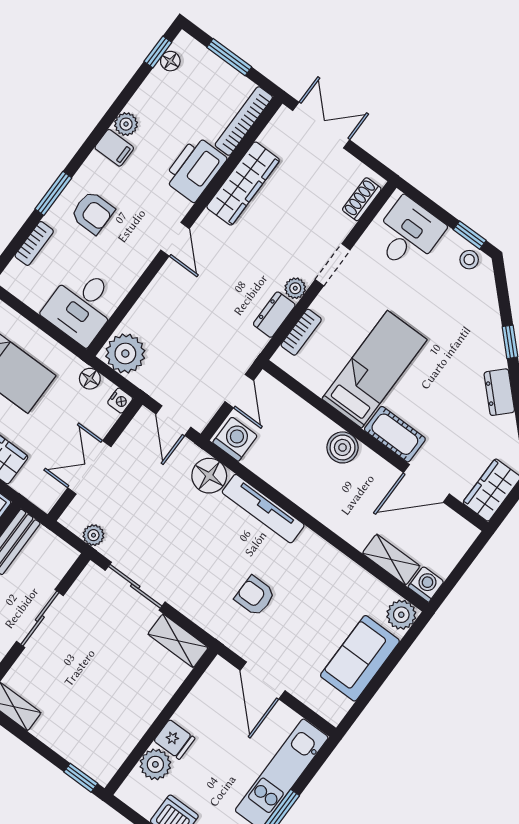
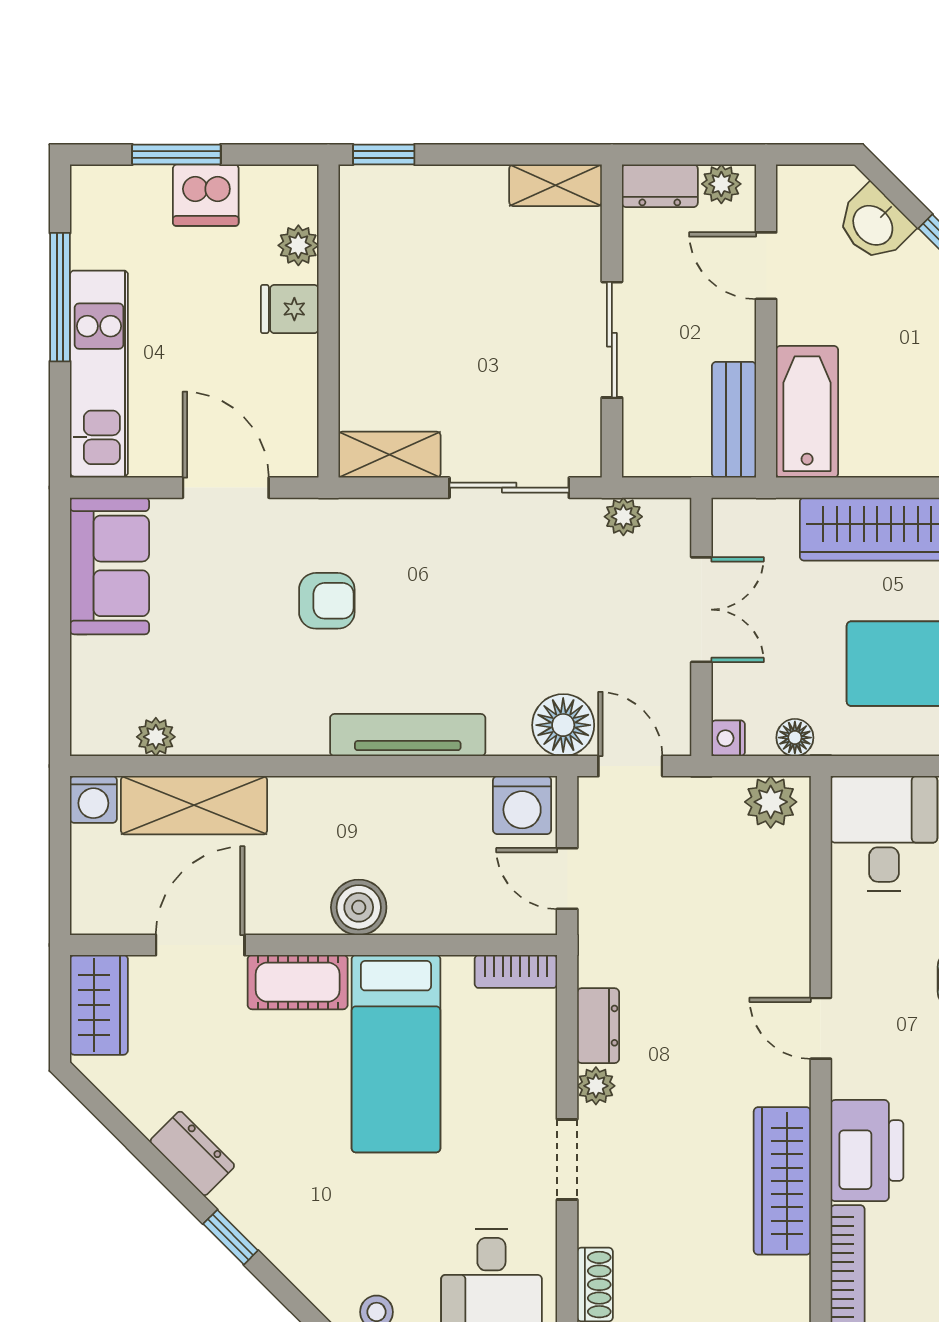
bookcase: (301, 332) -> (516, 971), moved, turned -90
plant: (125, 353) -> (771, 802), width x0.73, depth x0.73
floor lamp: (209, 476) -> (563, 725), moved
shelving: (391, 560) -> (194, 805), width x1.50, depth x1.33
plant: (401, 615) -> (156, 737), moved, width x0.73, depth x0.73
sofa: (360, 658) -> (109, 566), moved
plant: (155, 764) -> (298, 245), width x0.73, depth x0.73

